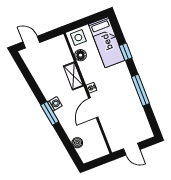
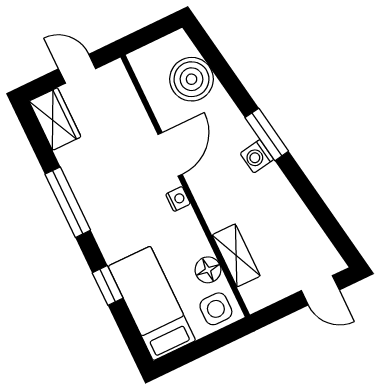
shelving: (73, 76) -> (236, 255), moved
wardrobe: (143, 128) -> (55, 119), added
boiler: (77, 143) -> (192, 79), width x1.86, depth x1.86

